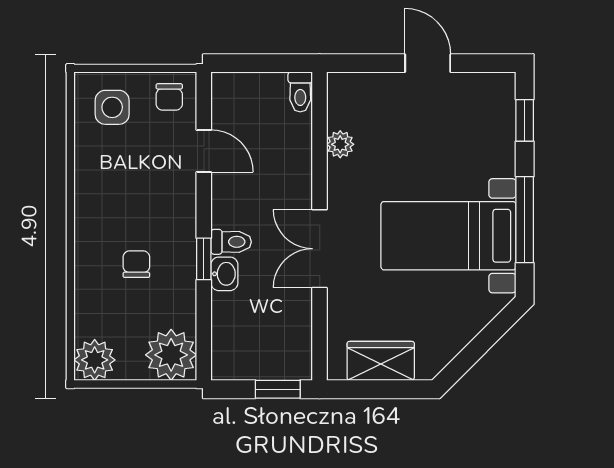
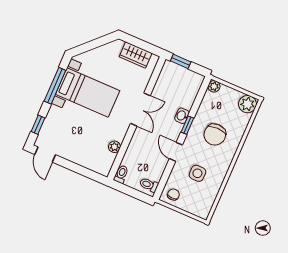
door: (428, 63) -> (45, 155), moved
side table: (112, 107) -> (197, 173), moved
door: (204, 151) -> (176, 152), moved
toilet: (231, 242) -> (149, 185), moved
chair: (136, 264) -> (215, 135), width x1.87, depth x1.87
plant: (171, 355) -> (214, 86), width x0.53, depth x0.53

